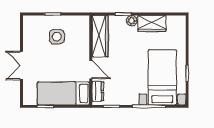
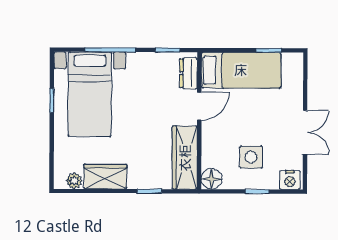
plant: (132, 21) -> (74, 181), moved
nightstand: (31, 22) -> (290, 180), added
floor lamp: (83, 22) -> (211, 179), added
double door: (22, 65) -> (305, 132), moved
door: (91, 70) -> (199, 106), swing flipped

